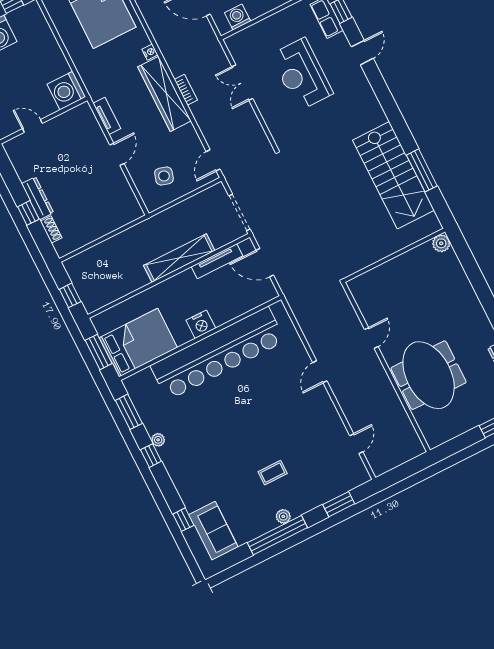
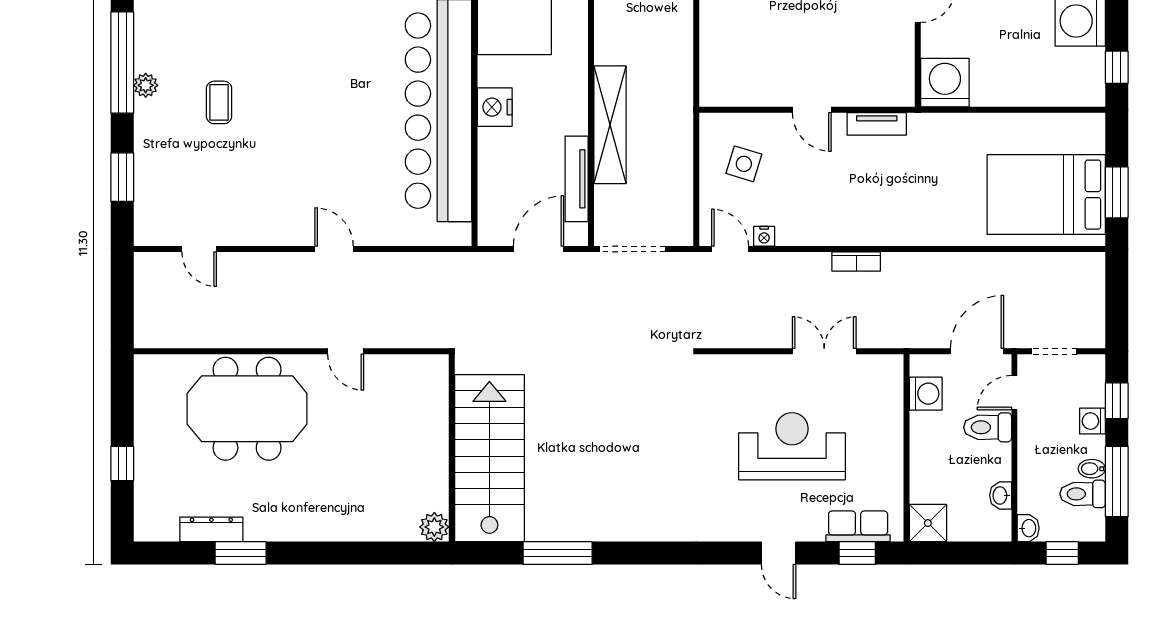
nightstand: (150, 52) -> (764, 236), moved
wardrobe: (164, 94) -> (866, 227), removed
stairs: (393, 175) -> (489, 458), moved, turned 90

